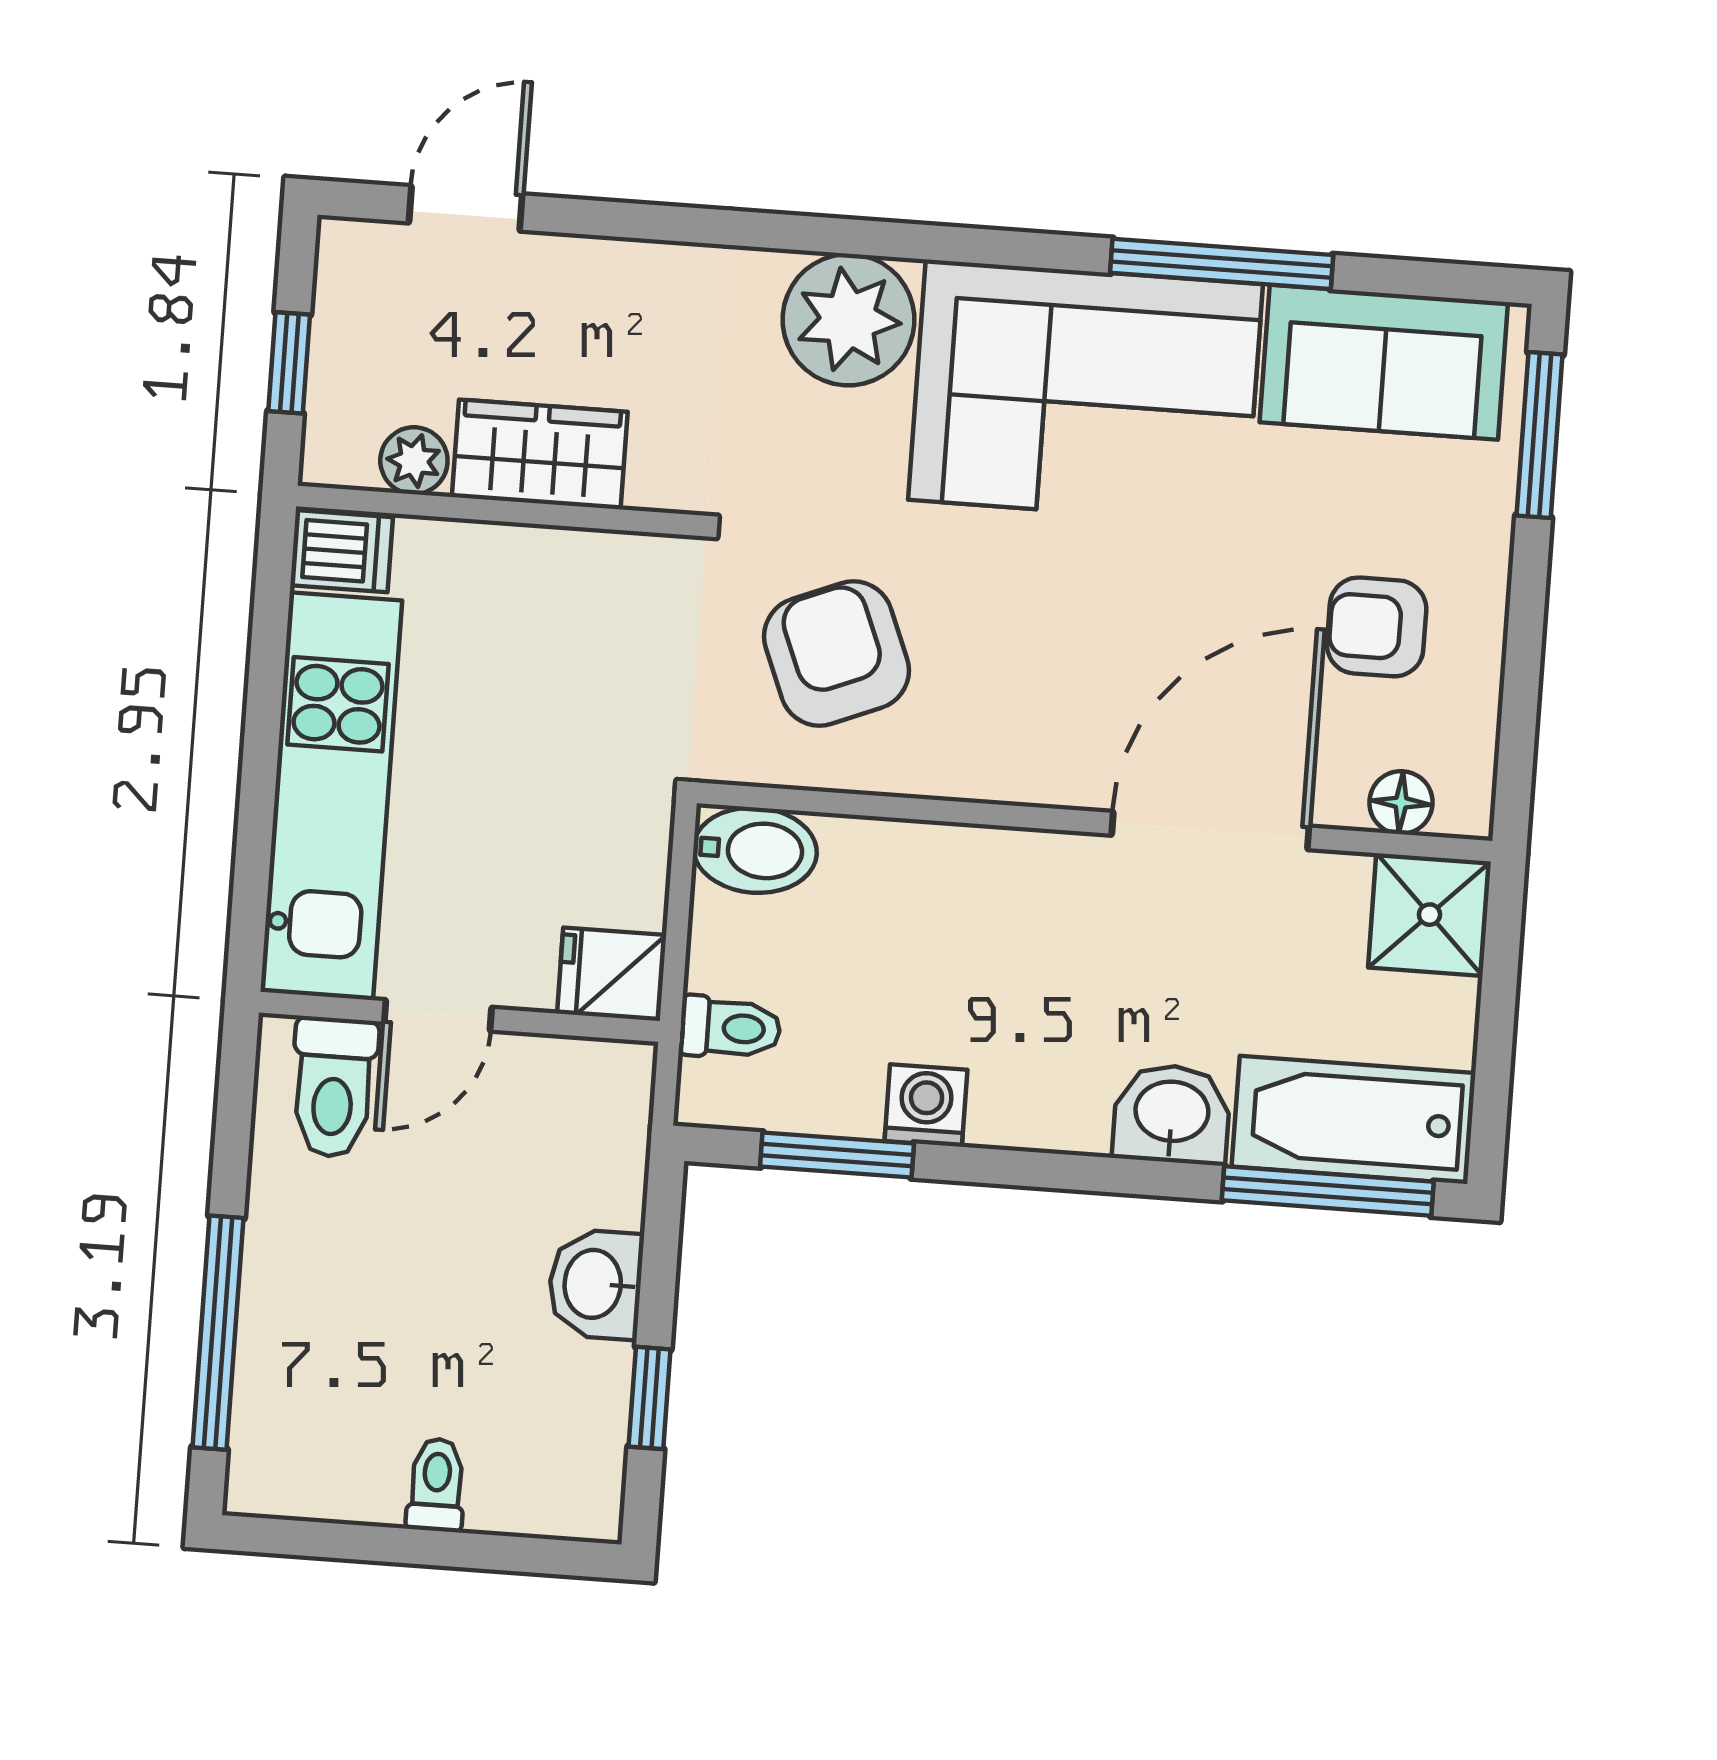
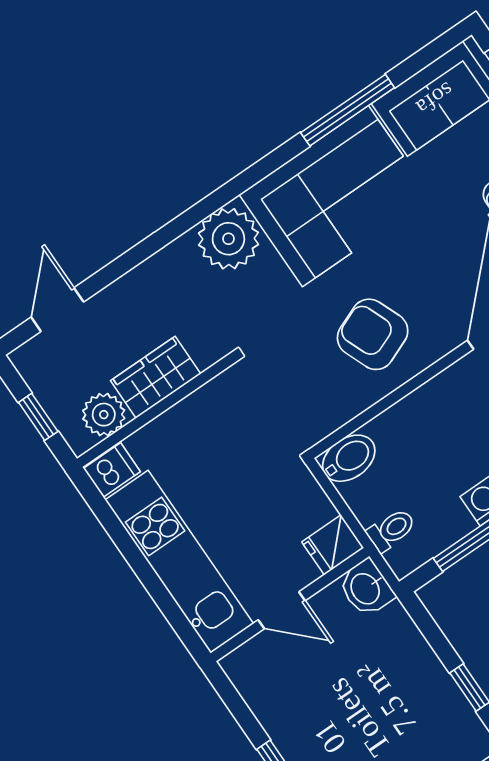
plant: (414, 461) -> (104, 415), width x1.38, depth x1.38
armchair: (836, 654) -> (373, 334), moved
door: (438, 1015) -> (282, 610), hinge flipped
toilet: (333, 1087) -> (265, 667), removed
washbasin: (595, 1284) -> (366, 588), moved

